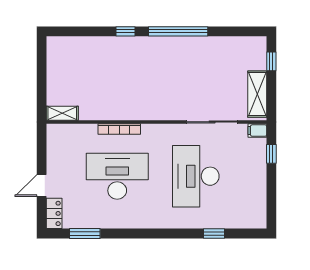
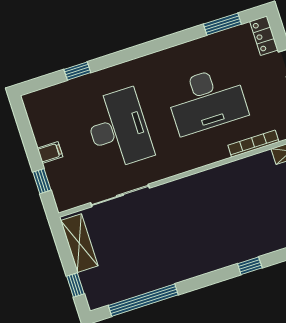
window: (178, 31) -> (143, 300), moved
bookcase: (119, 129) -> (253, 144), moved
filing cabinet: (257, 131) -> (50, 152), moved

